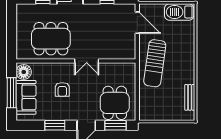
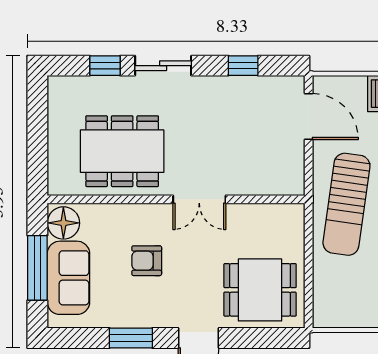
armchair: (62, 89) -> (147, 261), turned 90
dining table: (115, 103) -> (260, 290), turned 90
window: (115, 125) -> (261, 338), removed

